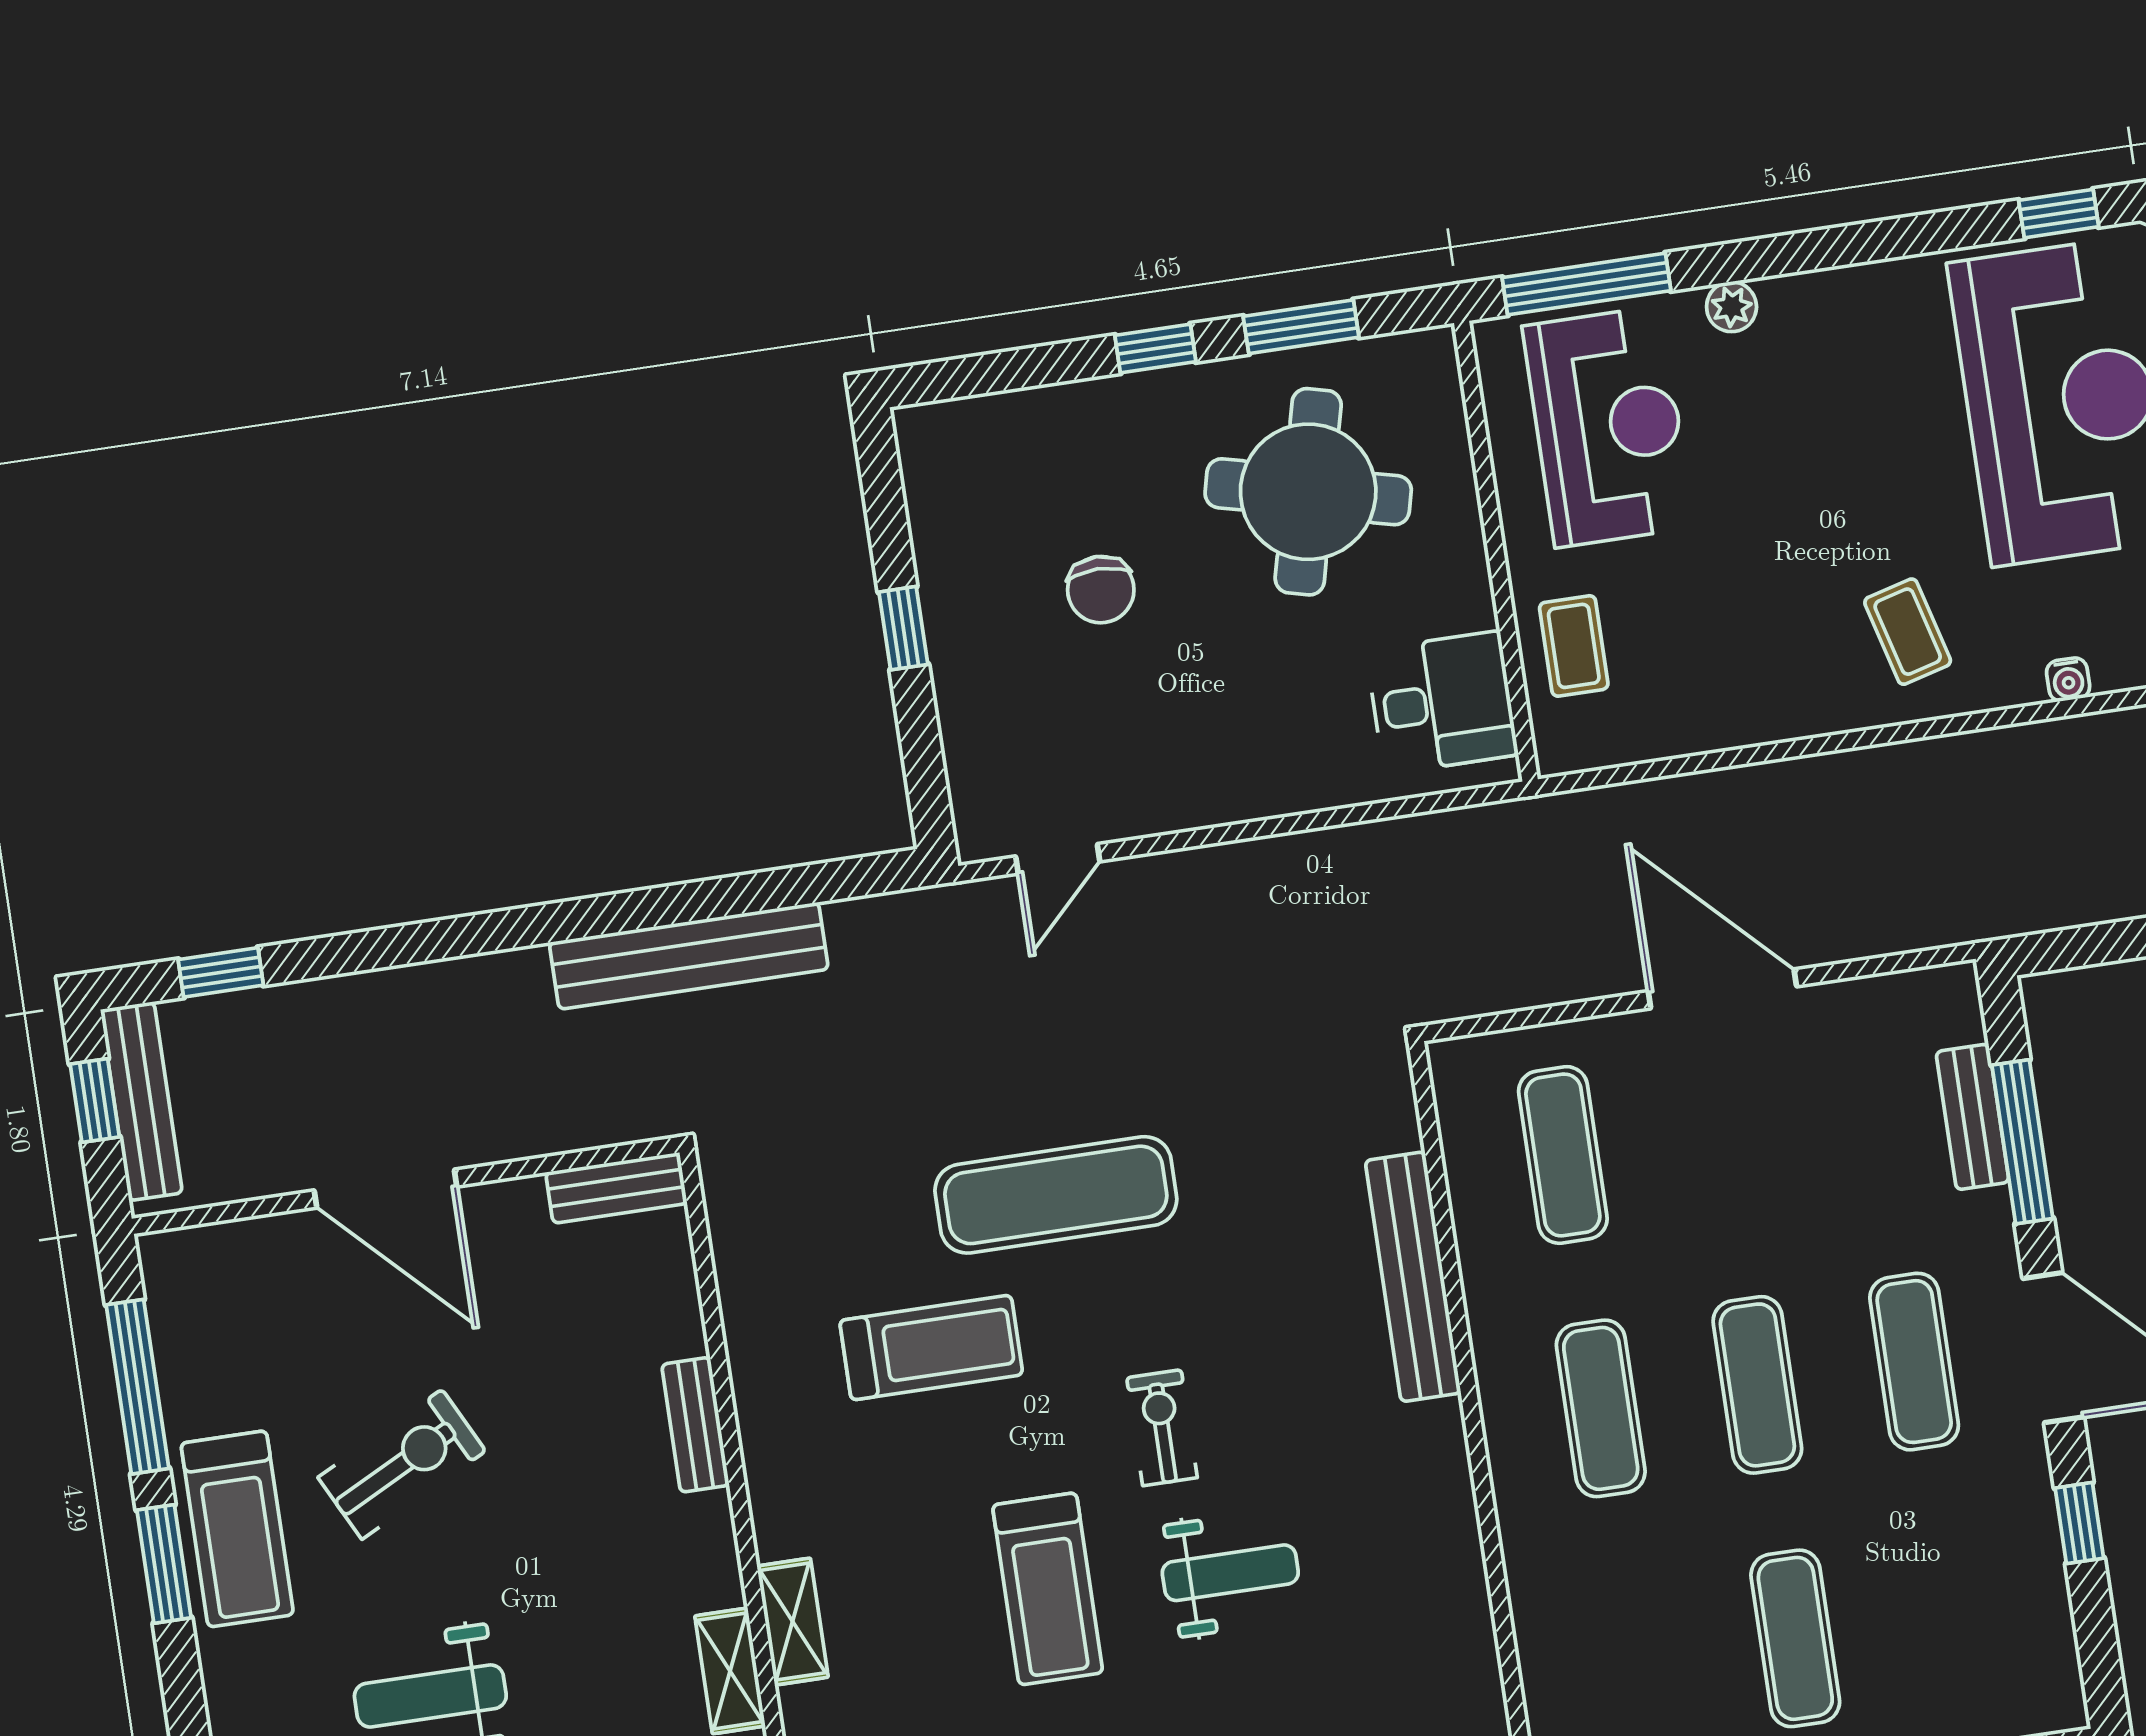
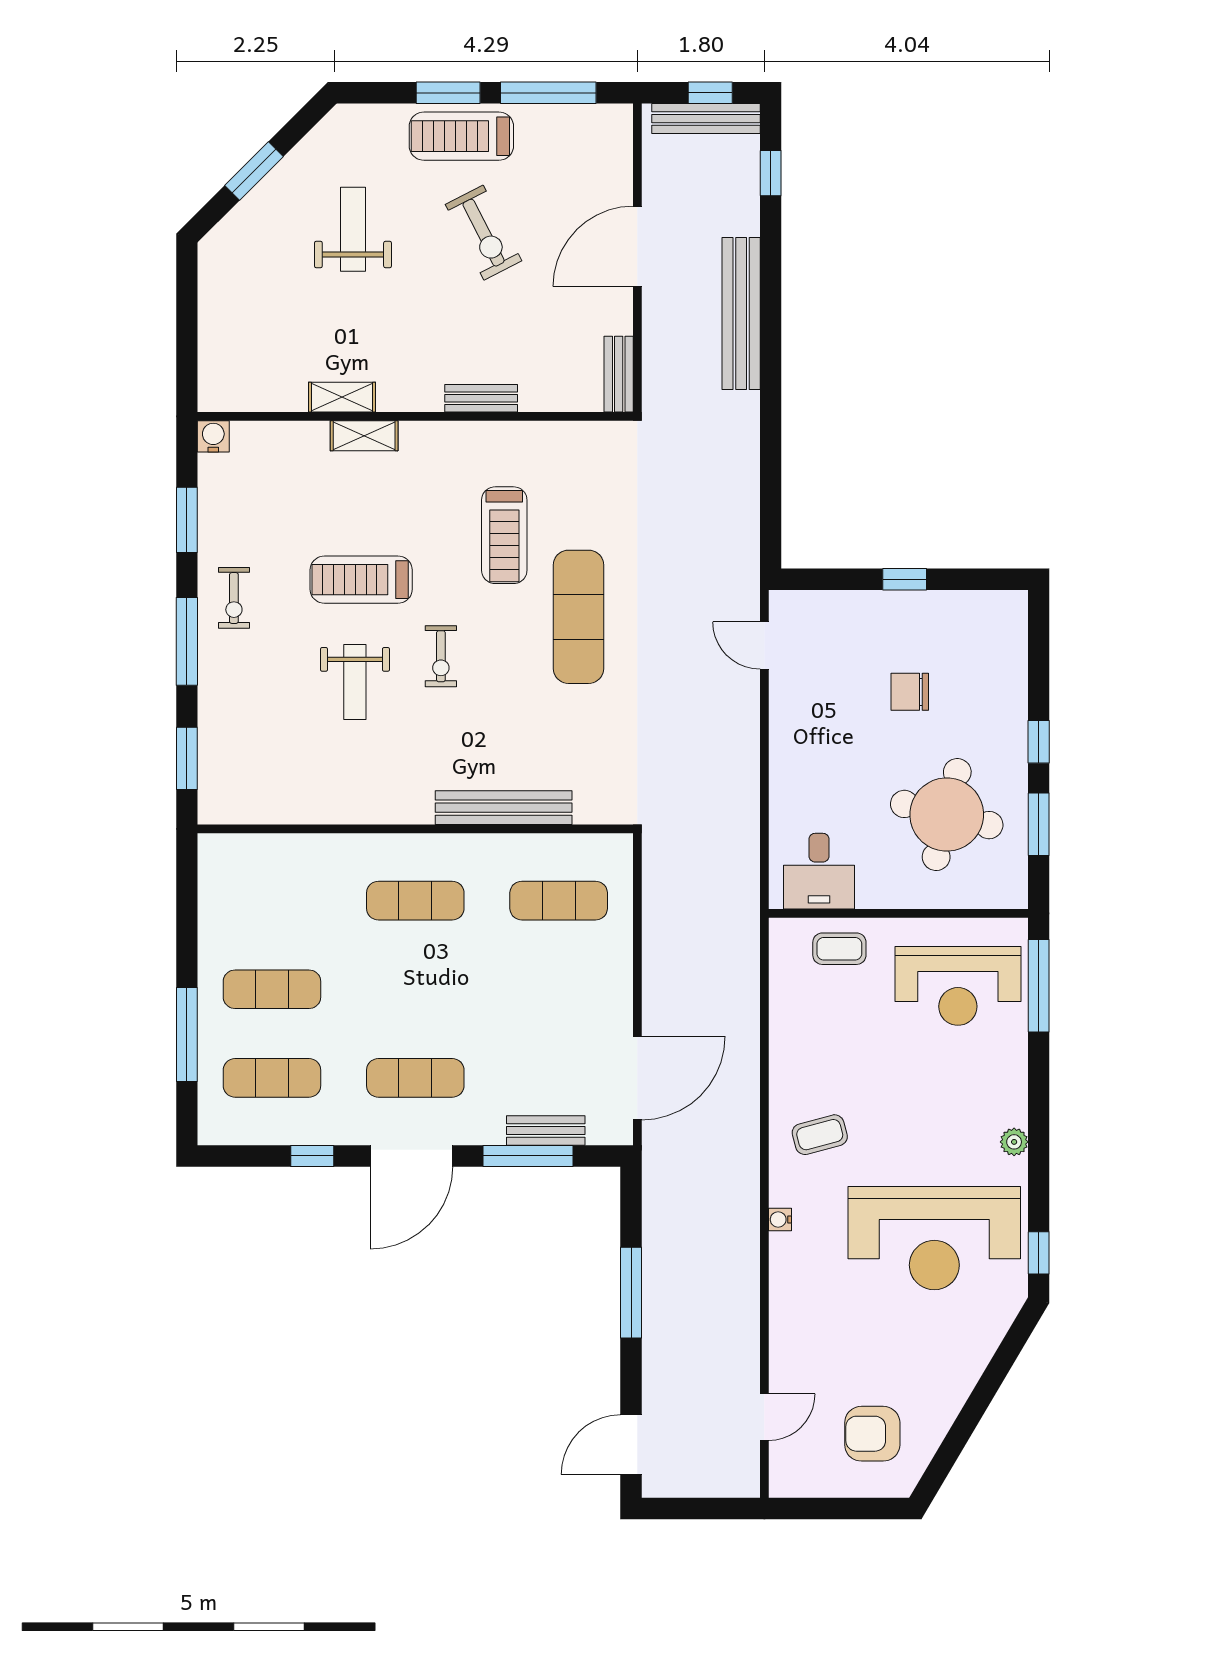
plant: (1732, 307) -> (1014, 1142), moved
bench: (689, 956) -> (741, 313), moved
door: (1722, 989) -> (637, 1078), moved
exercise mat: (1757, 1385) -> (272, 1078), moved
exercise bike: (1162, 1428) -> (441, 656), turned 90

